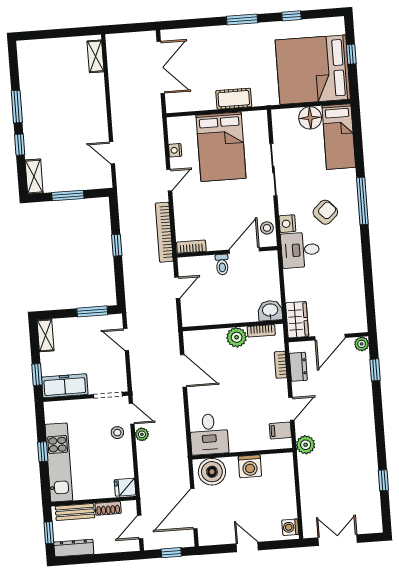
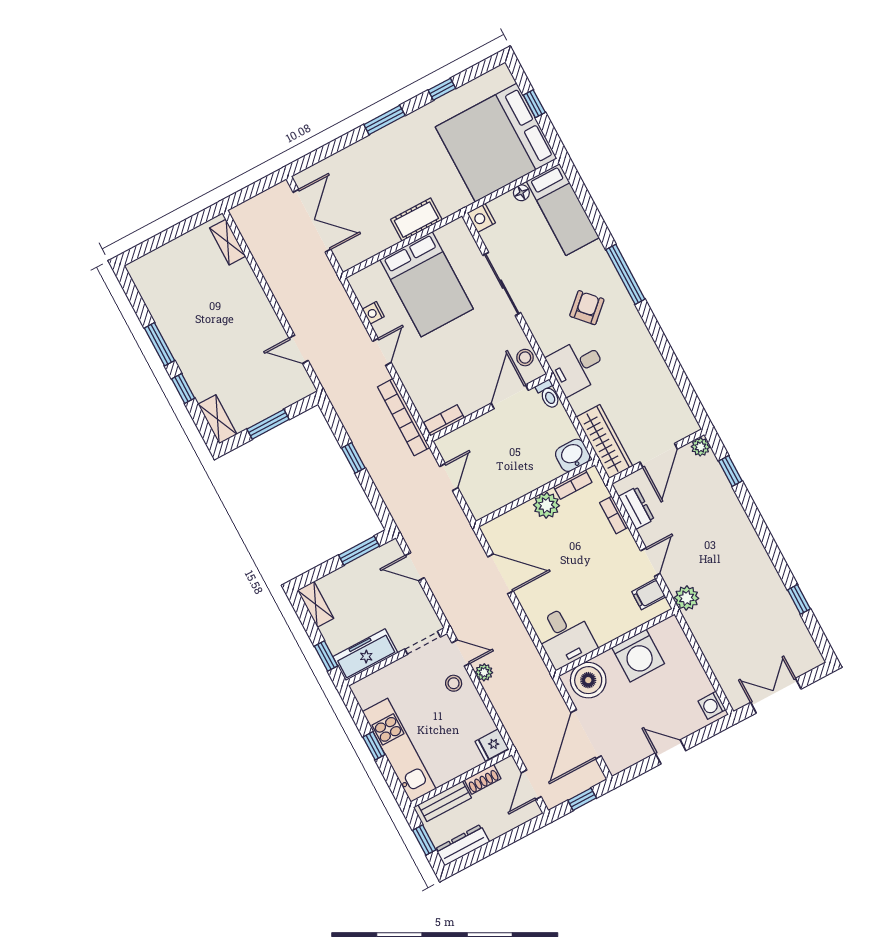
floor lamp: (310, 118) -> (521, 193), width x0.53, depth x0.53
nightstand: (287, 224) -> (481, 218), moved
toilet: (222, 265) -> (548, 395), moved
wardrobe: (297, 320) -> (604, 442), width x1.50
washing machine: (250, 466) -> (638, 656), width x1.37, depth x1.37

